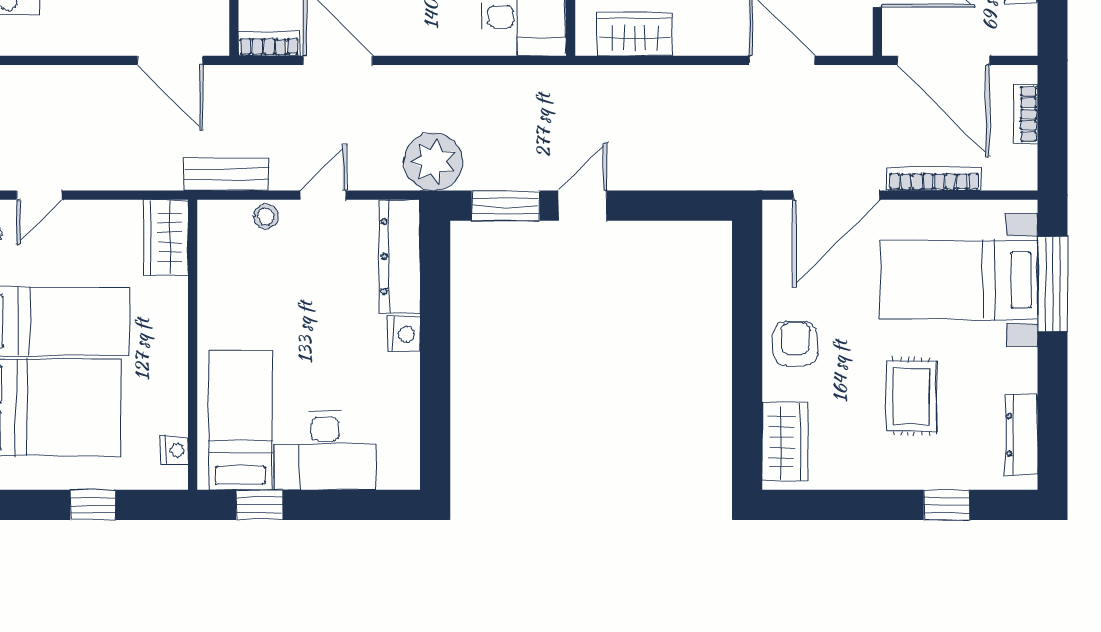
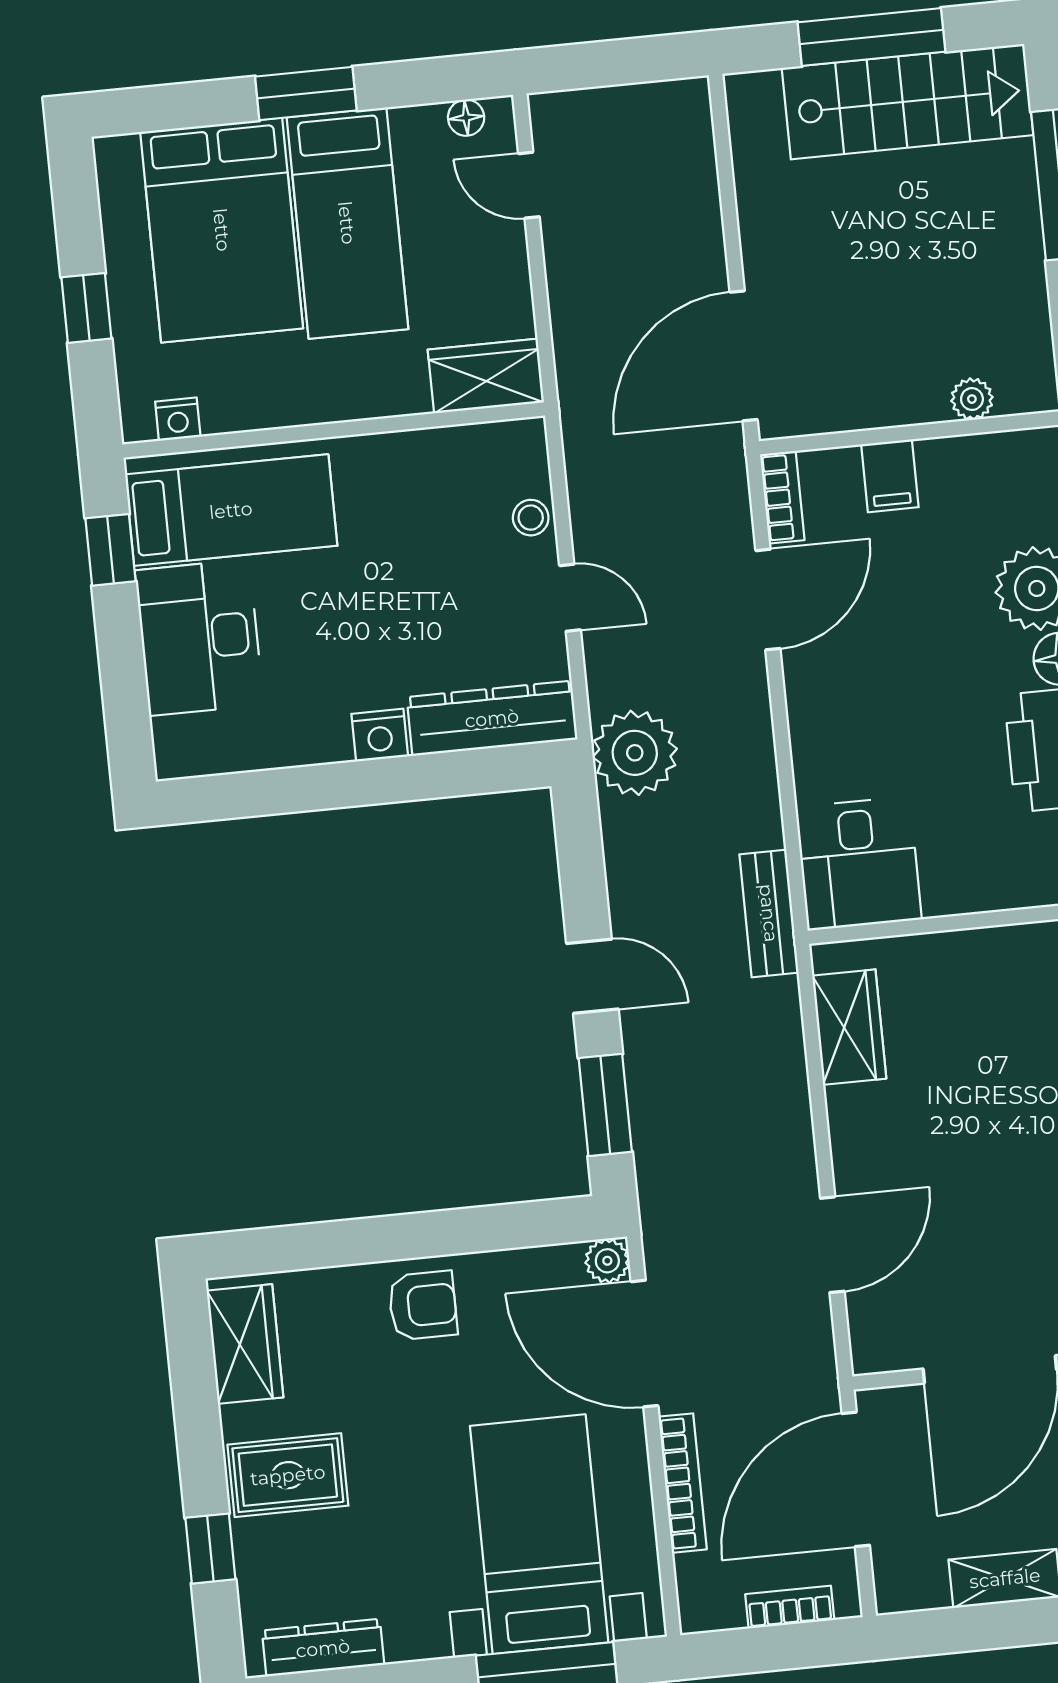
door: (170, 60) -> (744, 356), width x1.36
bench: (226, 174) -> (769, 913), moved
window: (506, 206) -> (605, 1105), moved
plant: (777, 215) -> (607, 1261), added
rug: (911, 397) -> (288, 1475), moved
wardrobe: (785, 442) -> (245, 1344), moved, turned -90

